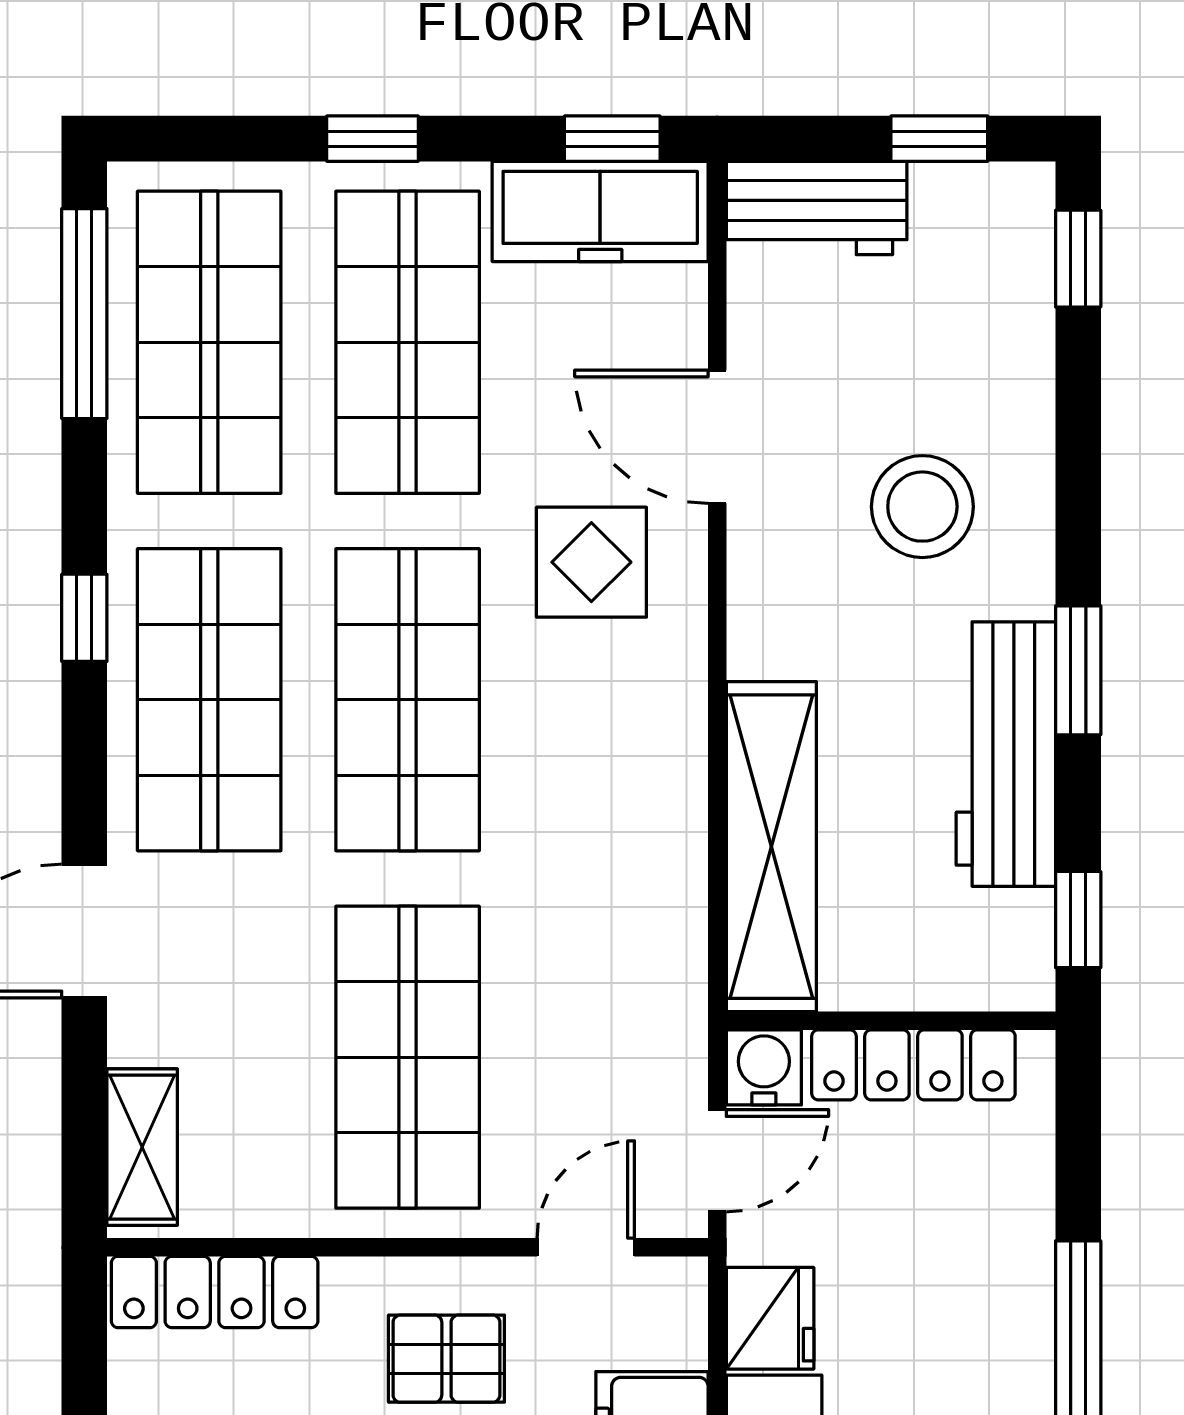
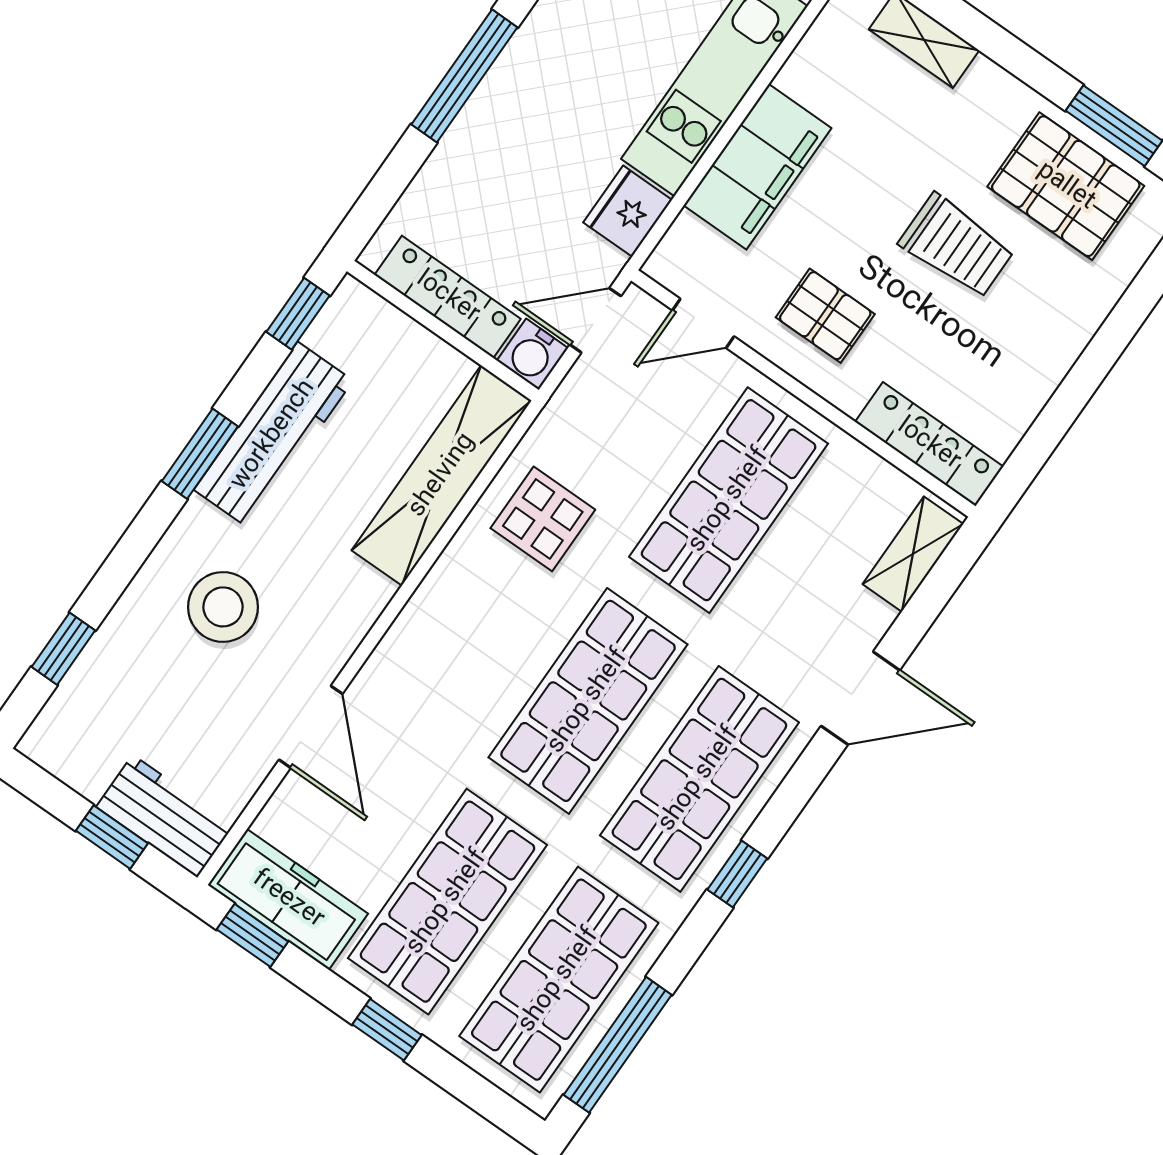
window: (939, 139) -> (112, 837), moved
window: (1078, 259) -> (63, 649), moved
display table: (591, 562) -> (543, 519), moved

